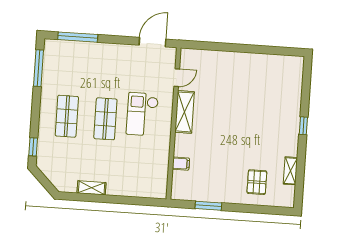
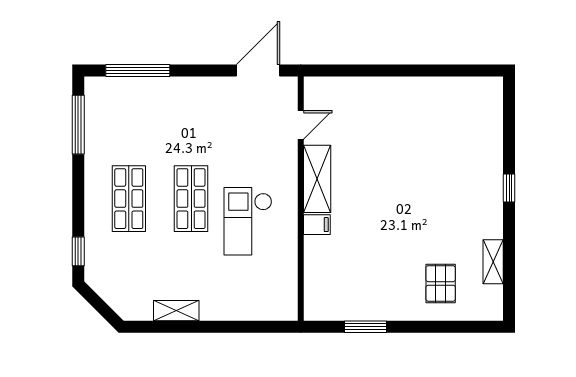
checkout: (142, 114) -> (248, 221), moved
filing cabinet: (181, 164) -> (317, 225), moved

